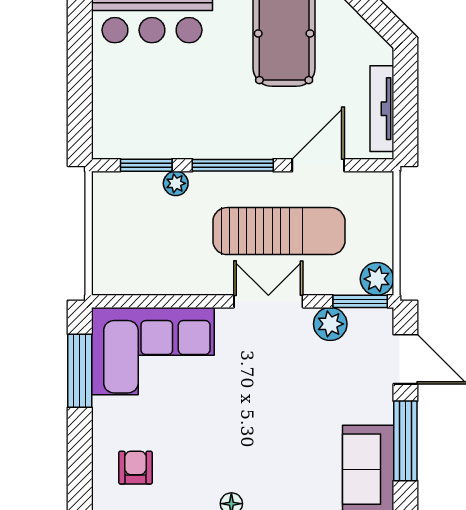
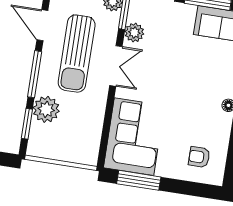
plant: (176, 183) -> (46, 109), width x1.87, depth x1.87
sun lounger: (279, 231) -> (77, 54), turned 180
double door: (268, 301) -> (116, 66), swing flipped

